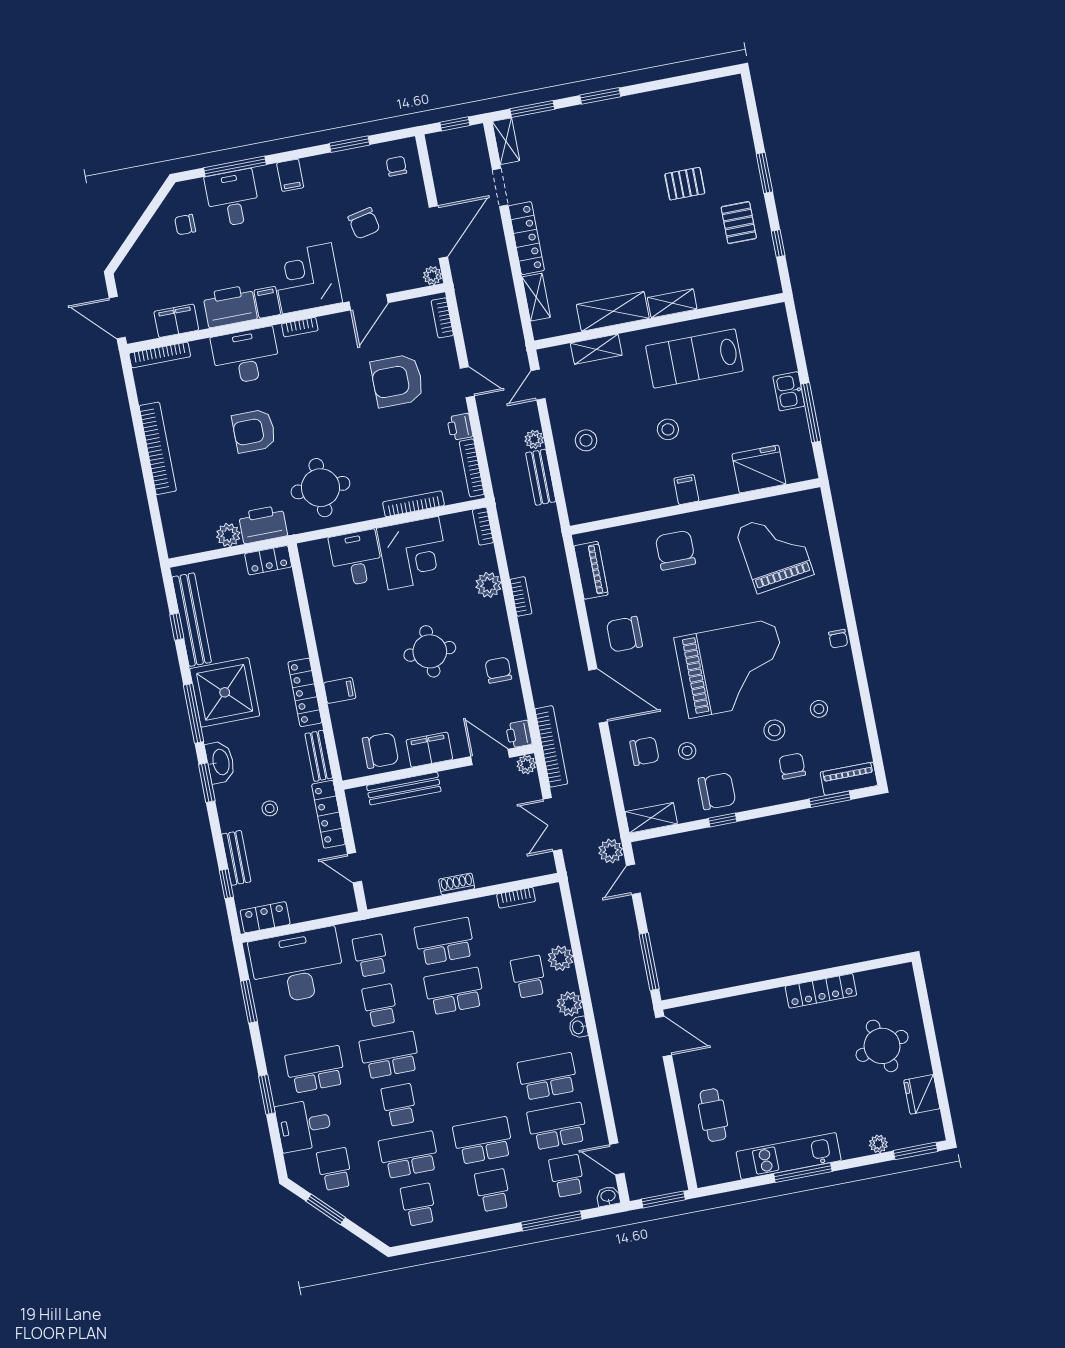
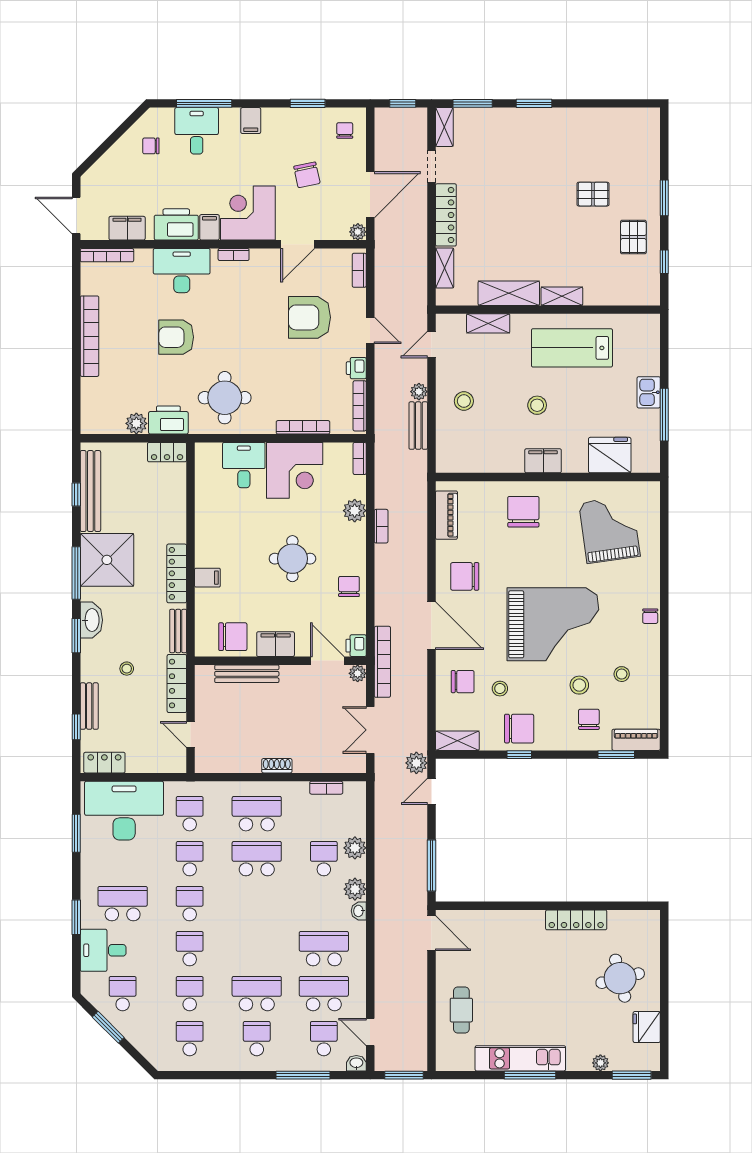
filing cabinet: (686, 490) -> (543, 461), width x2.00
school desk: (390, 1055) -> (190, 904), width x0.54
school desk: (409, 1155) -> (190, 994), width x0.54

